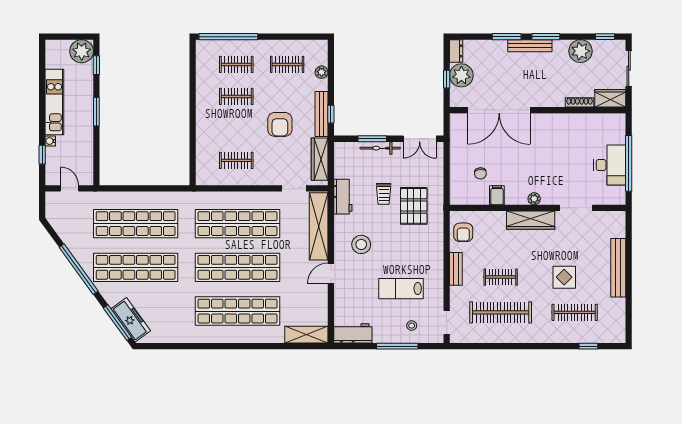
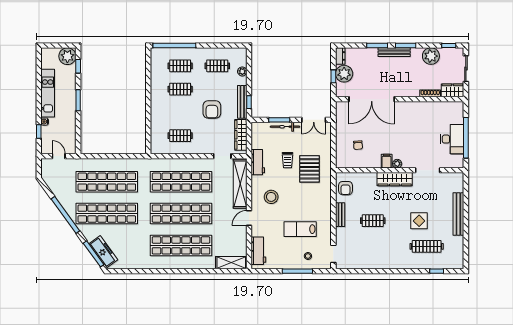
filing cabinet: (497, 195) -> (387, 161), moved
clothes rail: (501, 312) -> (373, 246), removed
workbench: (353, 333) -> (258, 251), moved, turned 90

